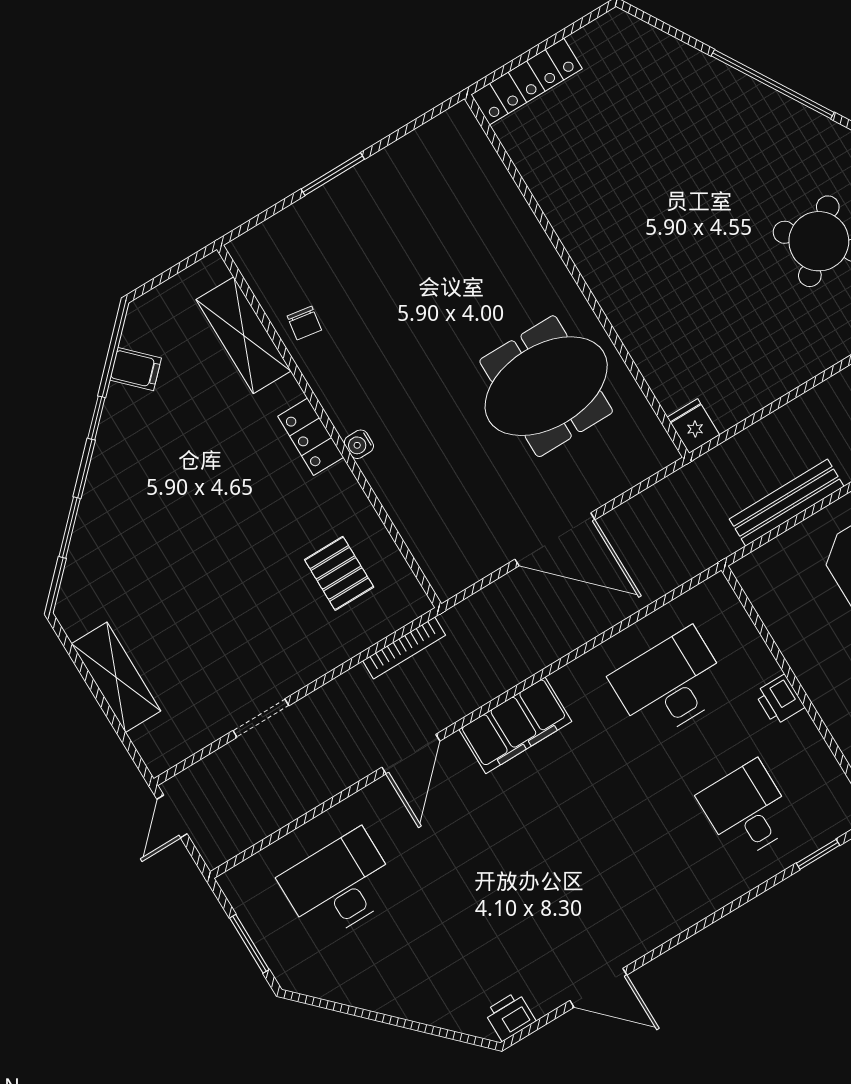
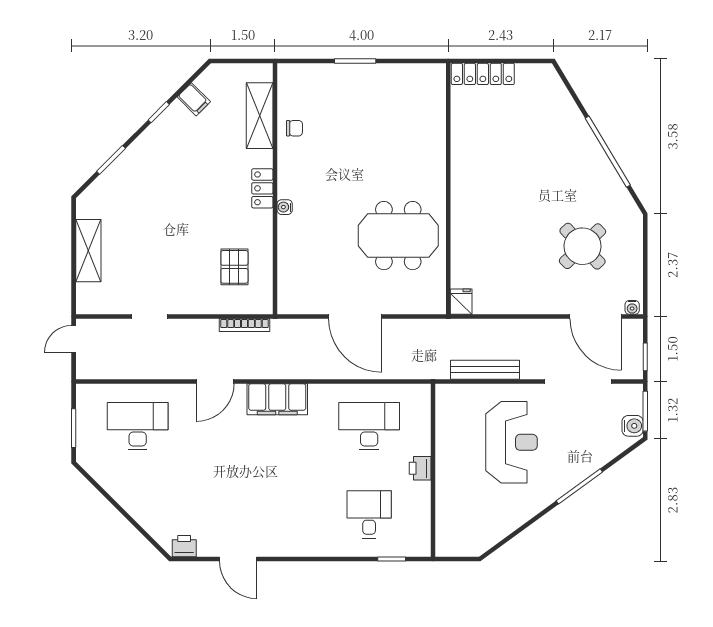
chair: (304, 323) -> (294, 128), turned -99

